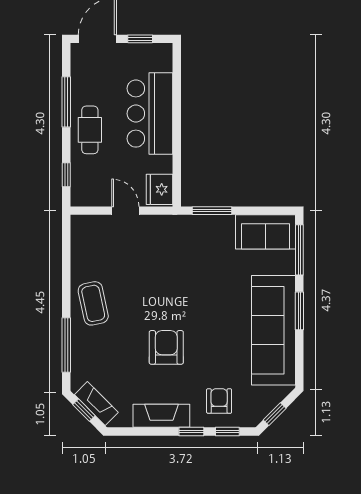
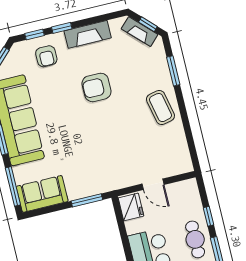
window: (66, 175) -> (209, 216), moved
window: (66, 345) -> (173, 71), width x0.69
armchair: (166, 347) -> (97, 87), turned 90

